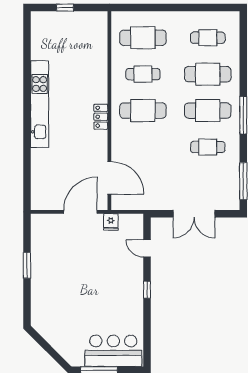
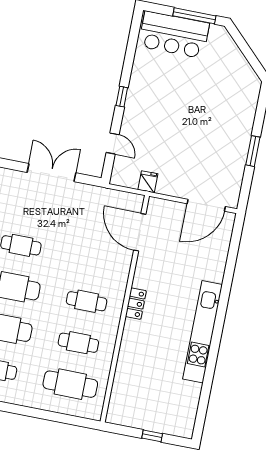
cafe table: (143, 111) -> (87, 301), width x0.73, depth x0.74
door: (81, 212) -> (206, 205), moved

